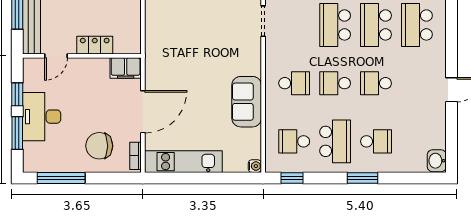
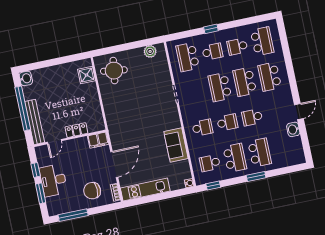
school desk: (335, 83) -> (227, 122), turned 180
school desk: (376, 141) -> (260, 153), width x1.85
washbasin: (437, 161) -> (293, 129), moved

